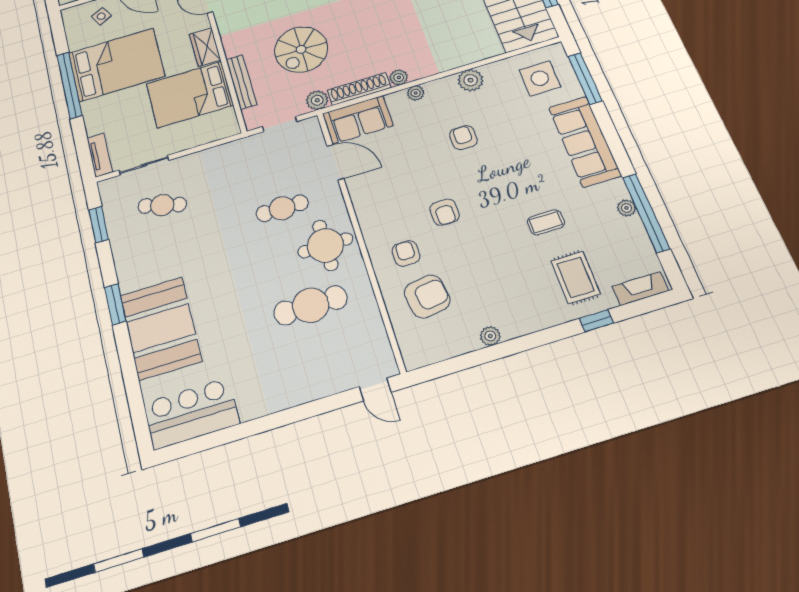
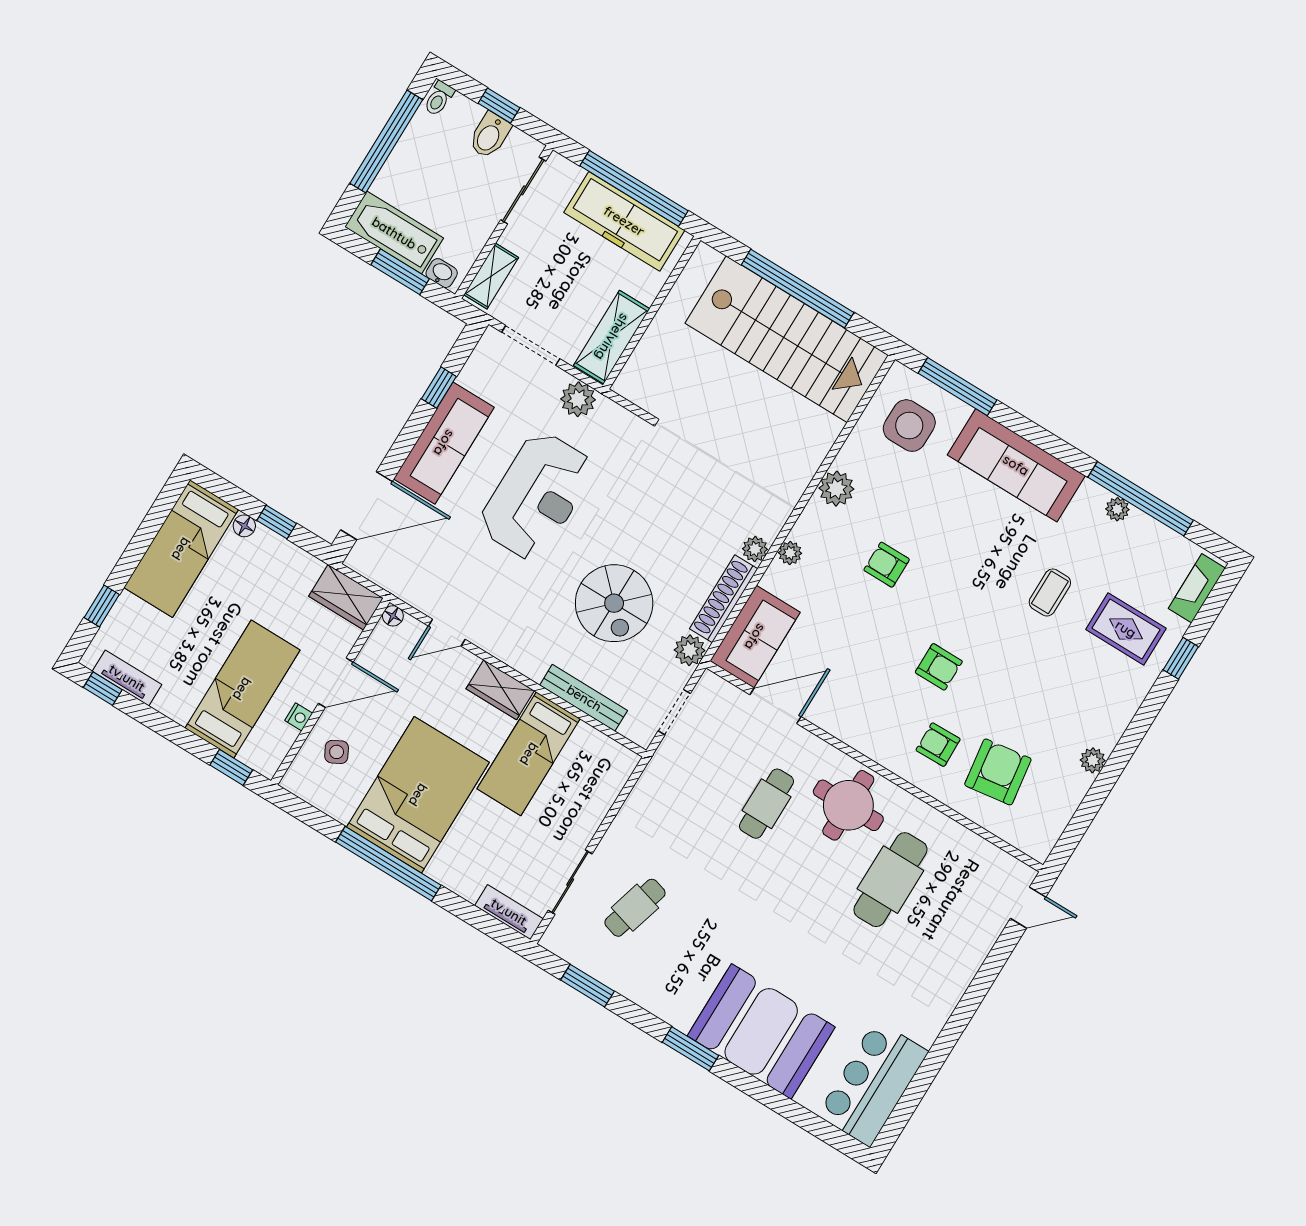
bed: (190, 94) -> (529, 754), width x0.67

